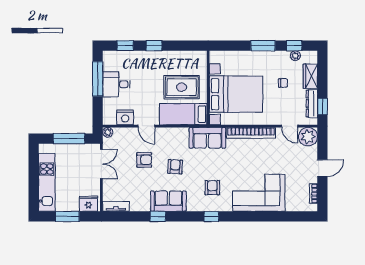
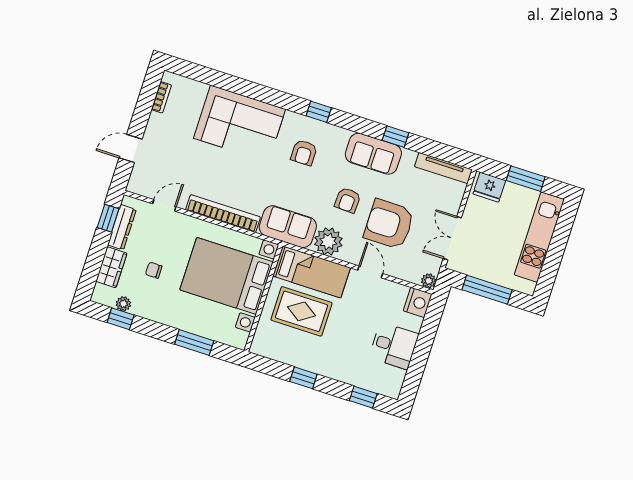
window: (154, 46) -> (303, 378), moved
window: (263, 46) -> (194, 343), moved
window: (98, 79) -> (418, 362), removed
nightstand: (125, 117) -> (418, 302), moved, turned 90
door: (290, 126) -> (164, 205), hinge flipped
plant: (308, 137) -> (328, 241), moved
armchair: (144, 160) -> (389, 224), width x1.88, depth x1.88
door: (322, 168) -> (131, 149), moved
tv unit: (116, 206) -> (443, 168), width x1.41

